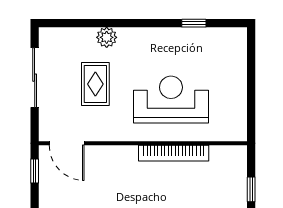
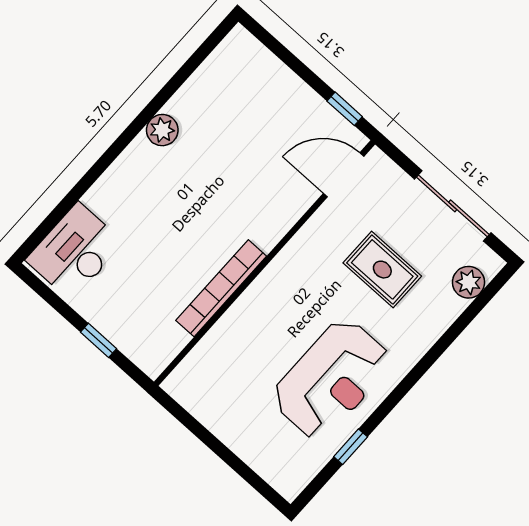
plant: (107, 37) -> (468, 282), moved
reception desk: (171, 100) -> (331, 379), moved

